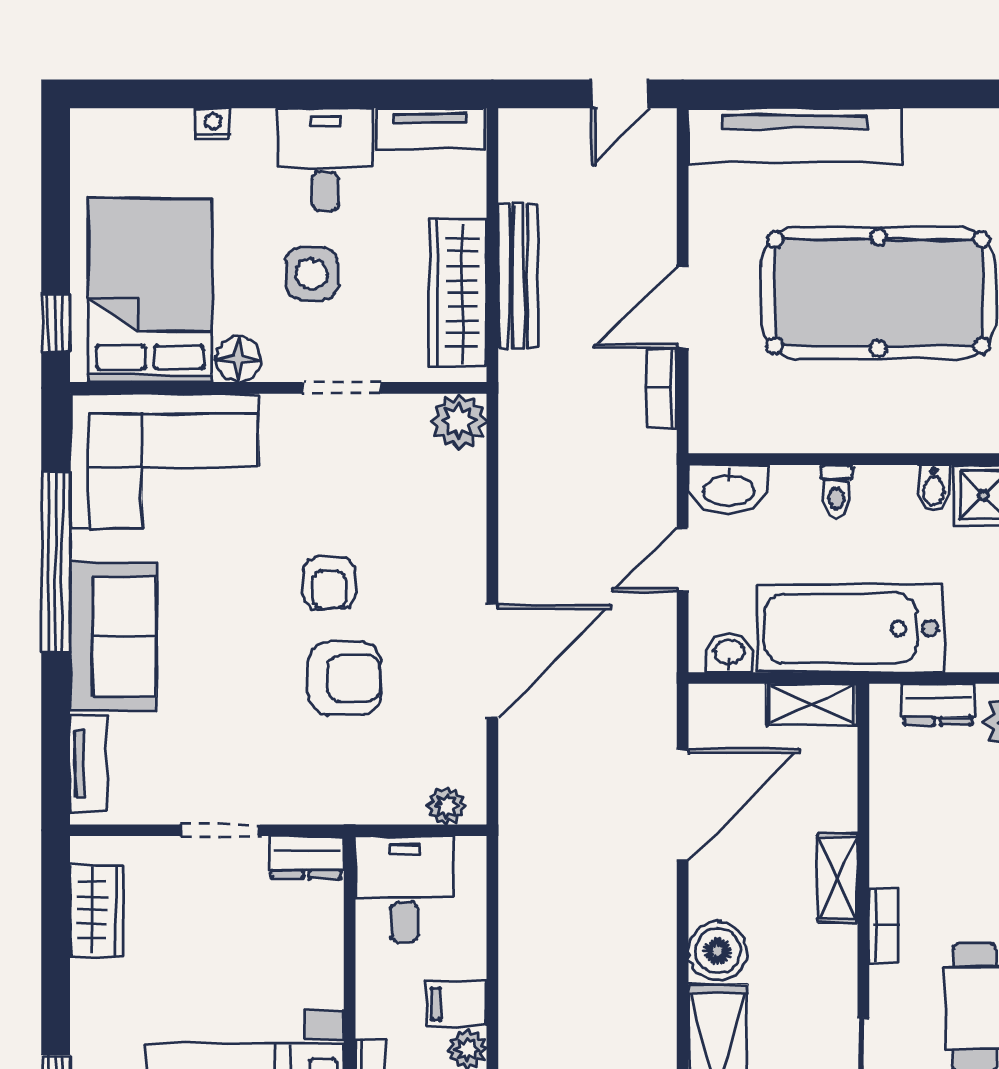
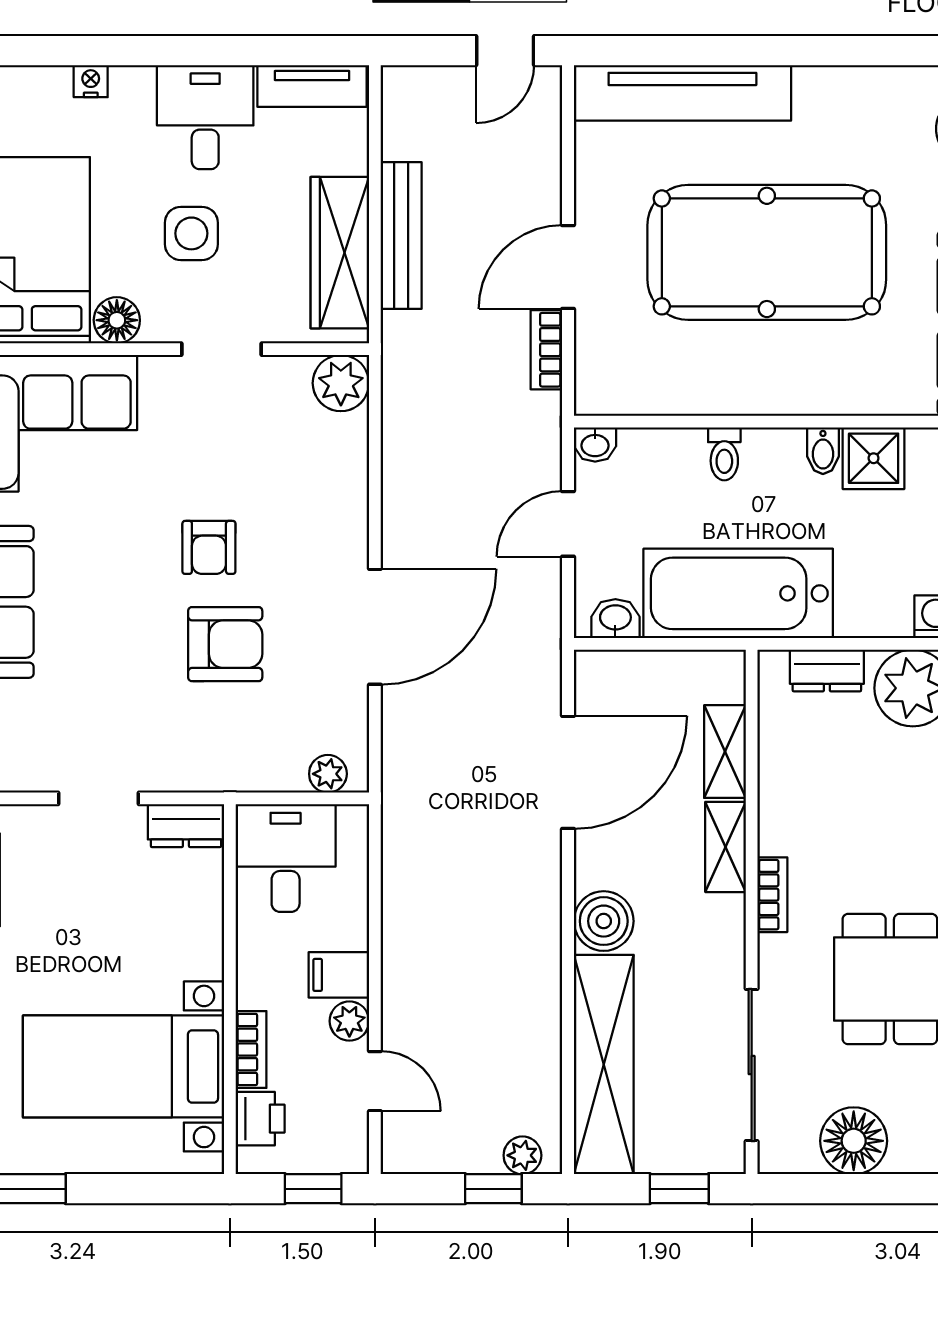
washbasin: (728, 489) -> (595, 445), width x0.52, depth x0.69
shelving: (812, 704) -> (725, 752), moved, turned 90

